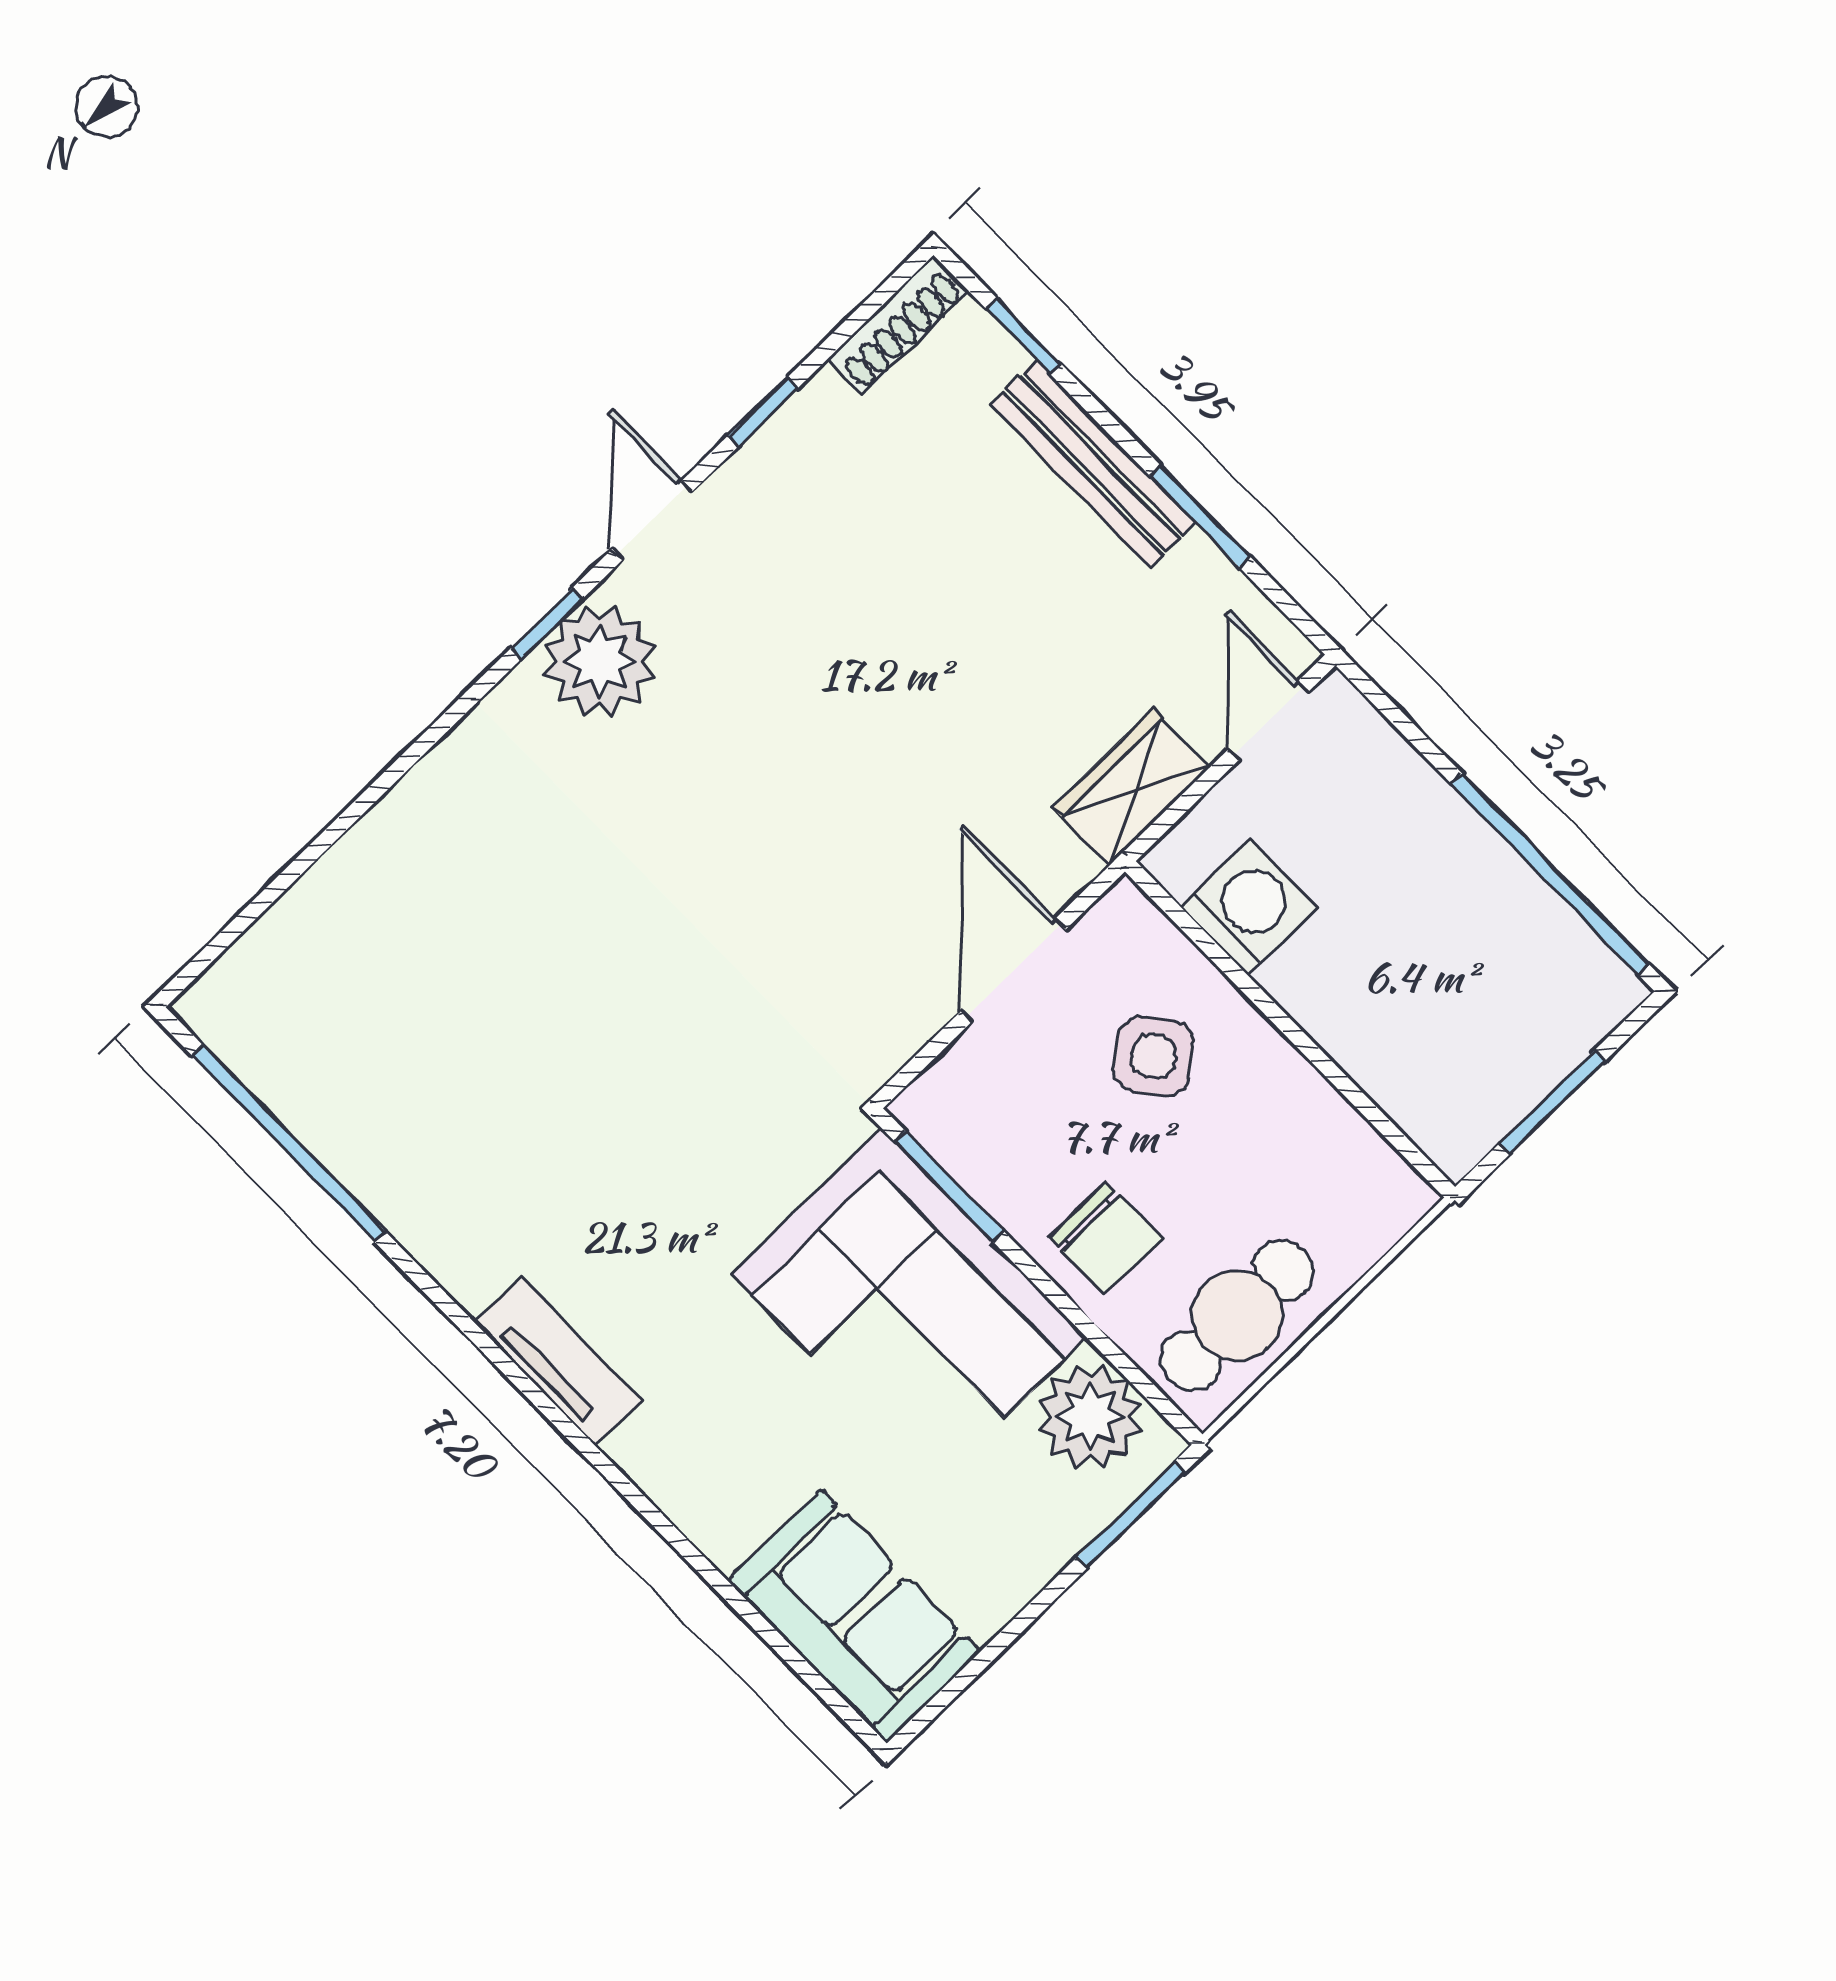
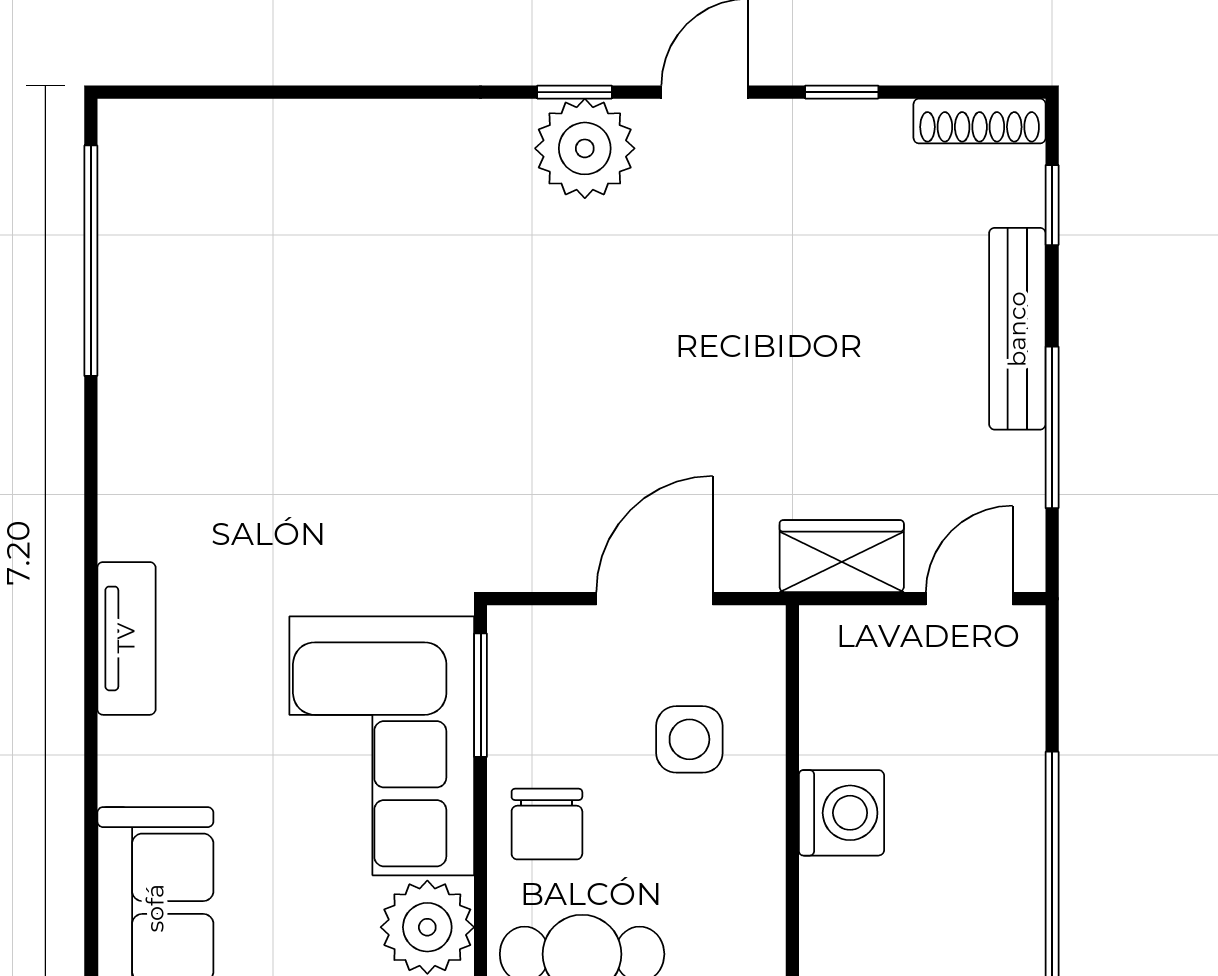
window: (1200, 516) -> (1052, 427), width x1.44
washing machine: (1248, 907) -> (841, 813), moved
side table: (1153, 1056) -> (689, 739), turned 37
tv unit: (559, 1361) -> (126, 638), moved

